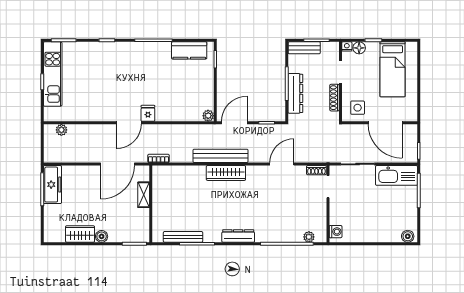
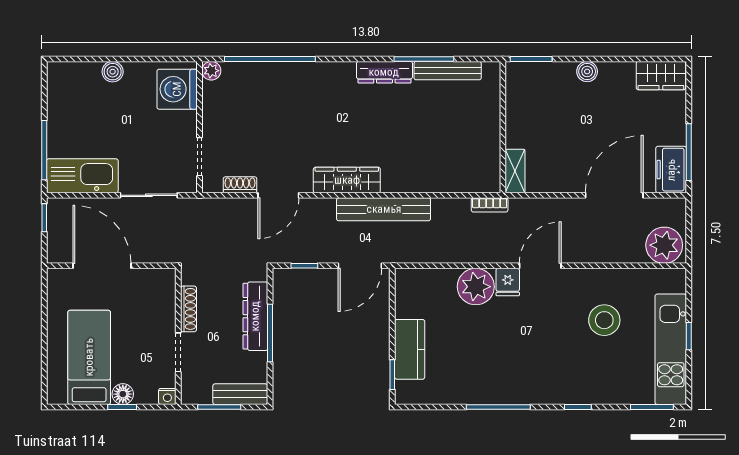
floor lamp: (359, 48) -> (123, 394), moved
kitchen counter: (189, 50) -> (410, 349), moved, turned 90
stool: (91, 91) -> (604, 320), added
side table: (358, 108) -> (149, 292), removed
plant: (208, 116) -> (476, 287), moved, width x1.88, depth x1.88
plant: (61, 130) -> (664, 245), width x1.88, depth x1.88
door: (117, 164) -> (614, 195), moved
shoe rack: (316, 170) -> (240, 185), moved
wardrobe: (226, 173) -> (347, 180), moved
freezer: (52, 185) -> (671, 170), width x0.71
shelving: (144, 195) -> (515, 171), moved
washing machine: (336, 232) -> (177, 89), width x1.89, depth x1.89
wardrobe: (80, 234) -> (661, 76), moved
dresser: (238, 236) -> (384, 72), moved
boiler: (408, 236) -> (113, 72), moved
plant: (309, 237) -> (211, 71), moved

